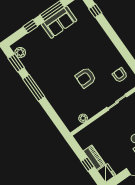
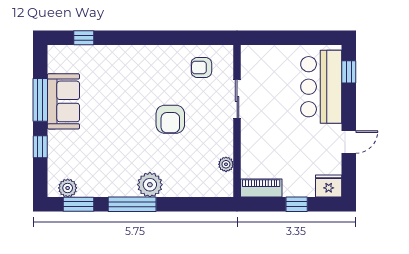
plant: (49, 90) -> (150, 185), added
piano: (94, 157) -> (261, 188), moved

